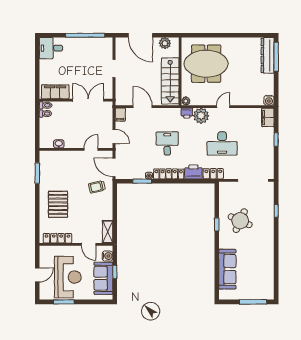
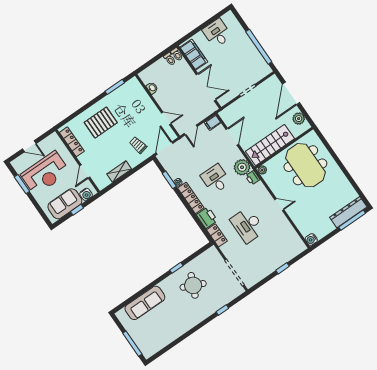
desk: (51, 48) -> (217, 33), moved
plant: (201, 116) -> (242, 167), moved
filing cabinet: (268, 118) -> (296, 249), removed
desk: (167, 143) -> (216, 179), turned -90
shelving: (108, 232) -> (119, 172), moved

